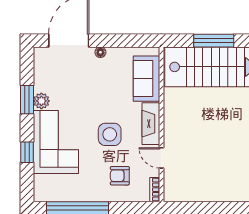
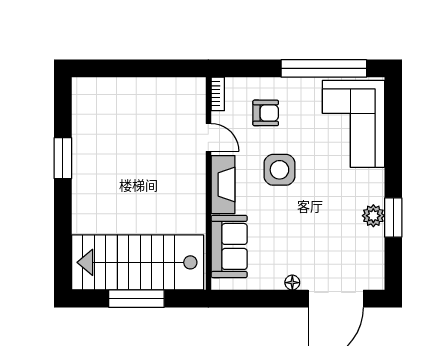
corner sofa: (56, 142) -> (353, 124), moved
window: (27, 152) -> (393, 145), removed

